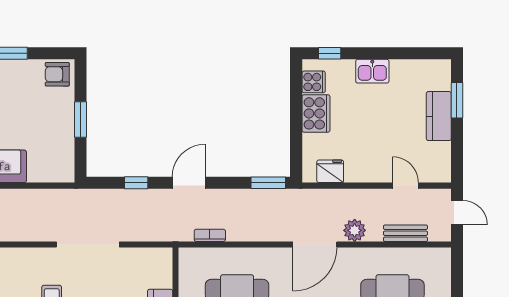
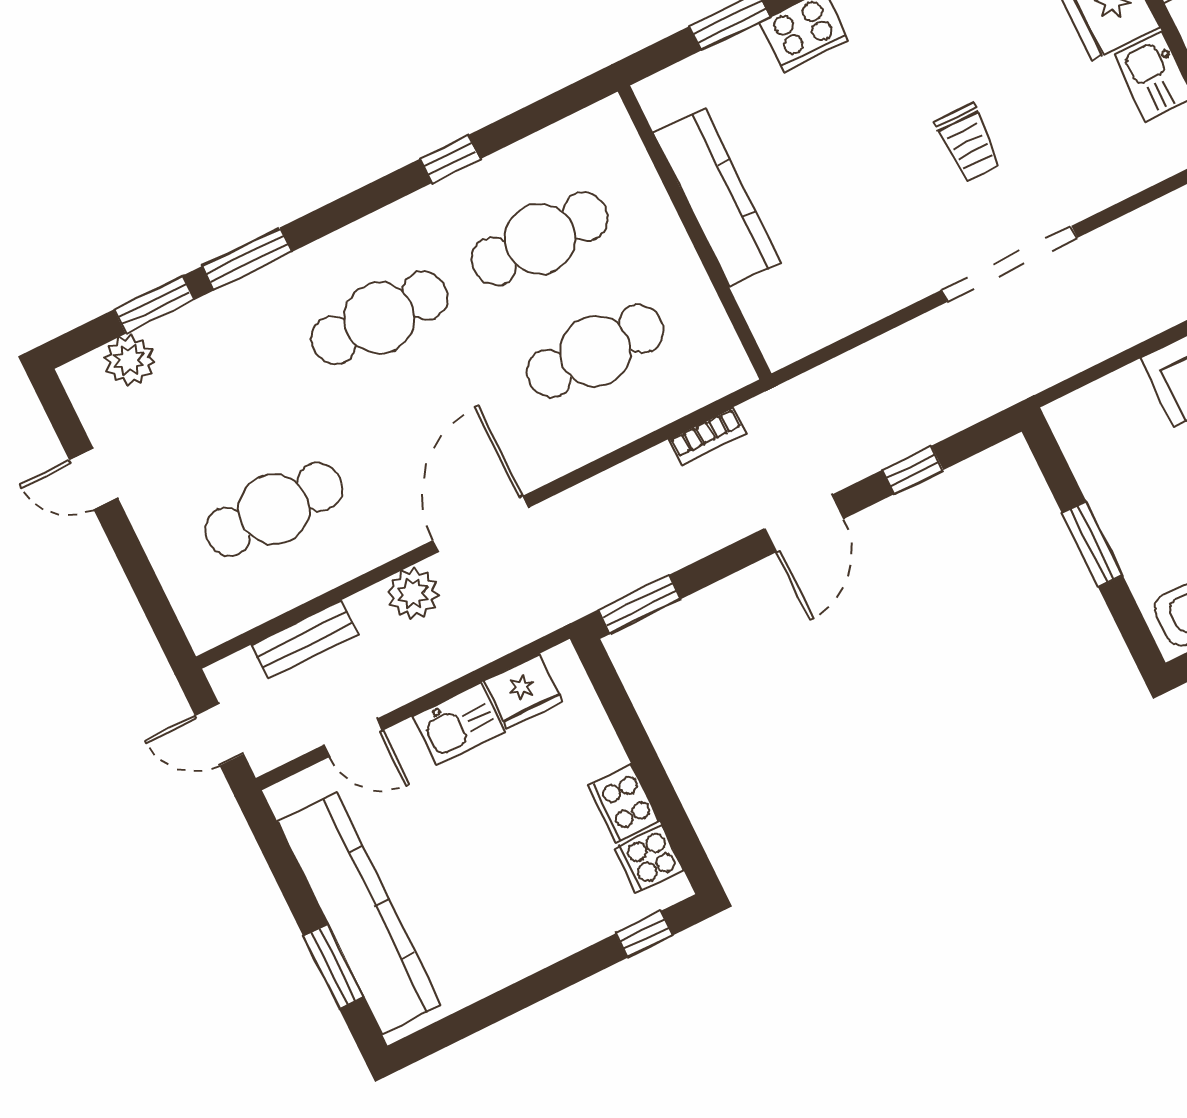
kitchen sink: (372, 71) -> (459, 724), moved, turned 180
cooker: (316, 113) -> (624, 803), width x0.73, depth x0.76
kitchen counter: (439, 116) -> (359, 913), width x2.08, depth x1.17
doorway: (88, 245) -> (1009, 264), moved

